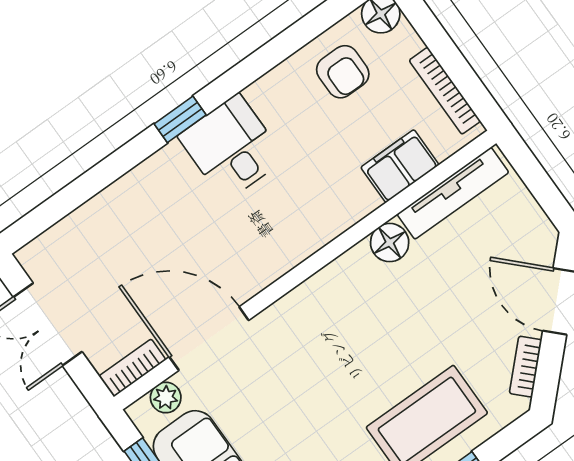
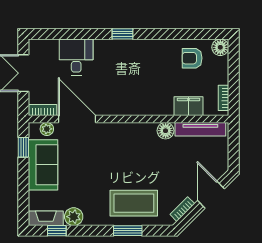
armchair: (343, 72) -> (192, 58), turned 90
bookcase: (445, 91) -> (224, 98), width x0.64
desk: (232, 148) -> (76, 57), moved

